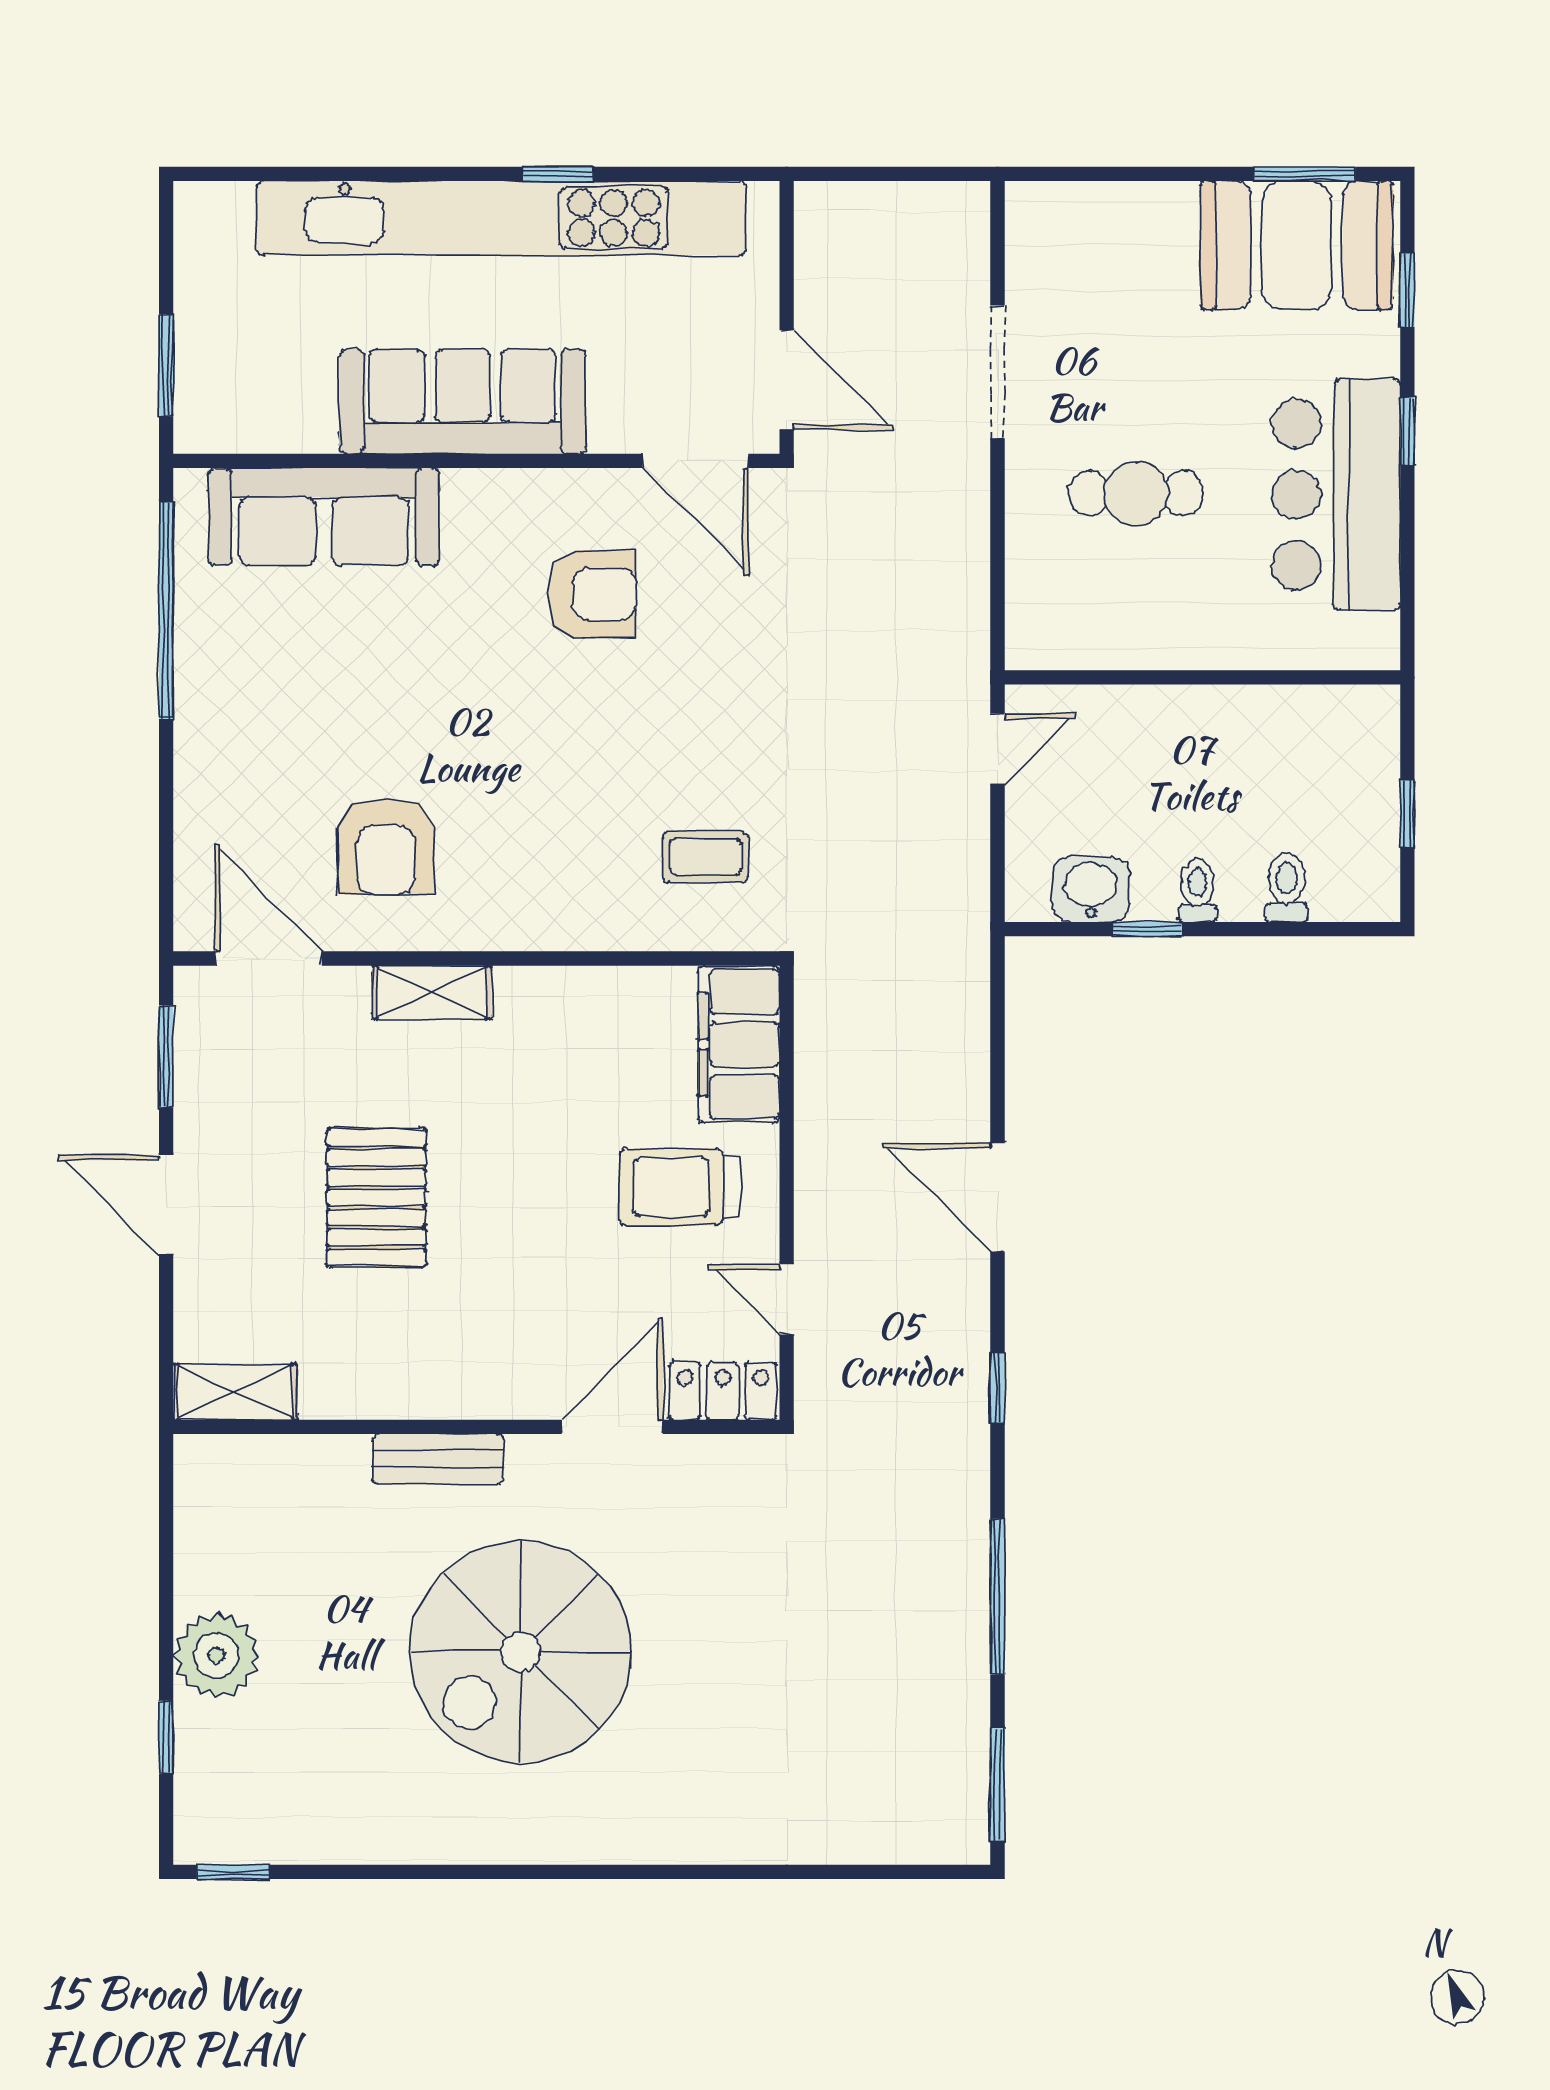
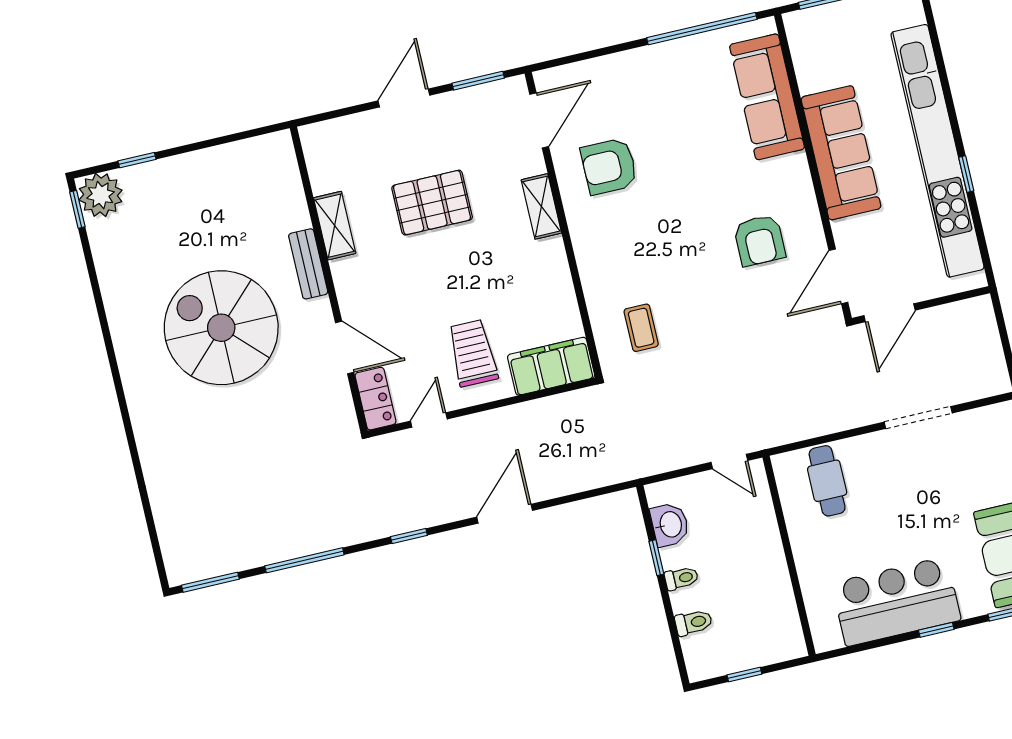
cafe table: (1136, 493) -> (827, 481), moved
shelving: (235, 1392) -> (335, 226), moved
plant: (216, 1655) -> (101, 195), moved

